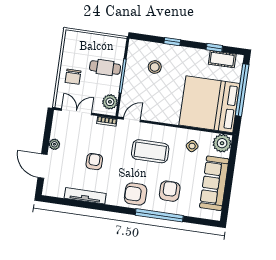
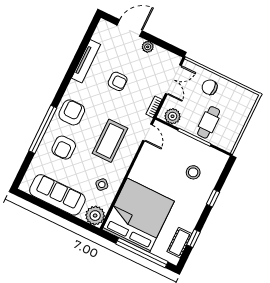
armchair: (170, 191) -> (64, 148), turned 90

